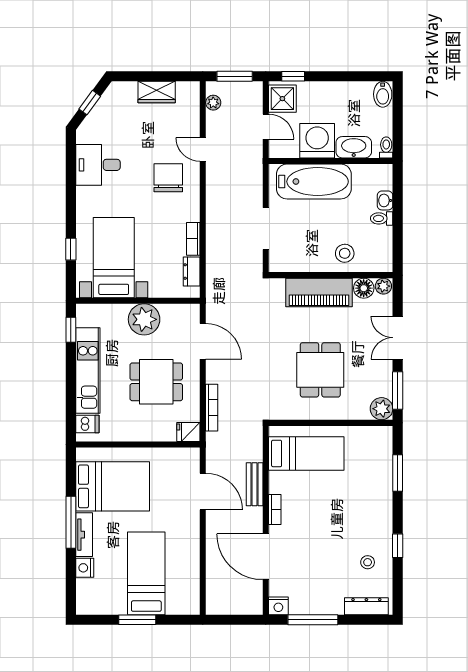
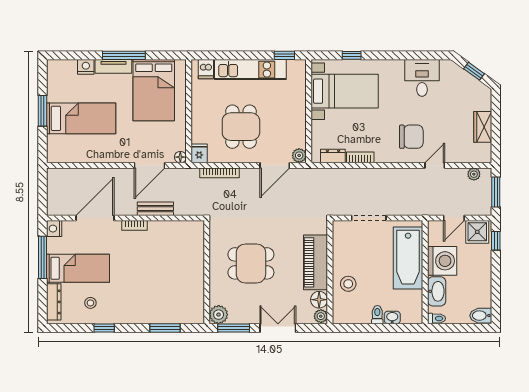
plant: (144, 319) -> (299, 155), moved, width x0.53, depth x0.53
bed: (306, 453) -> (78, 268), moved, turned -90
floor lamp: (193, 454) -> (180, 157), added

